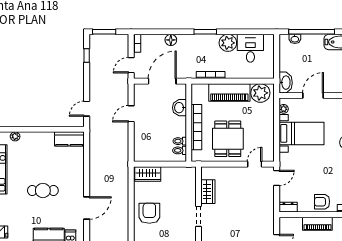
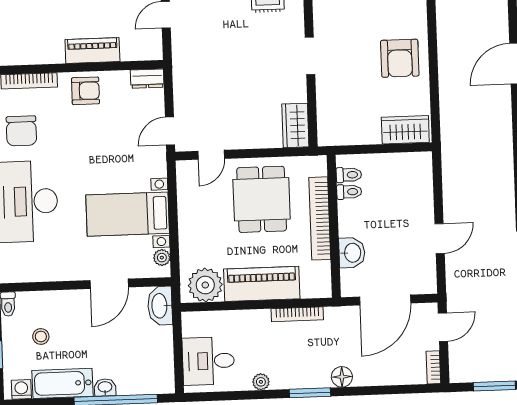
washbasin: (295, 39) -> (105, 387), moved
floor lamp: (171, 40) -> (342, 377), moved
plant: (228, 43) -> (261, 382), width x0.53, depth x0.53
desk: (250, 48) -> (208, 361), moved, turned 90
wardrobe: (208, 192) -> (295, 125), moved

